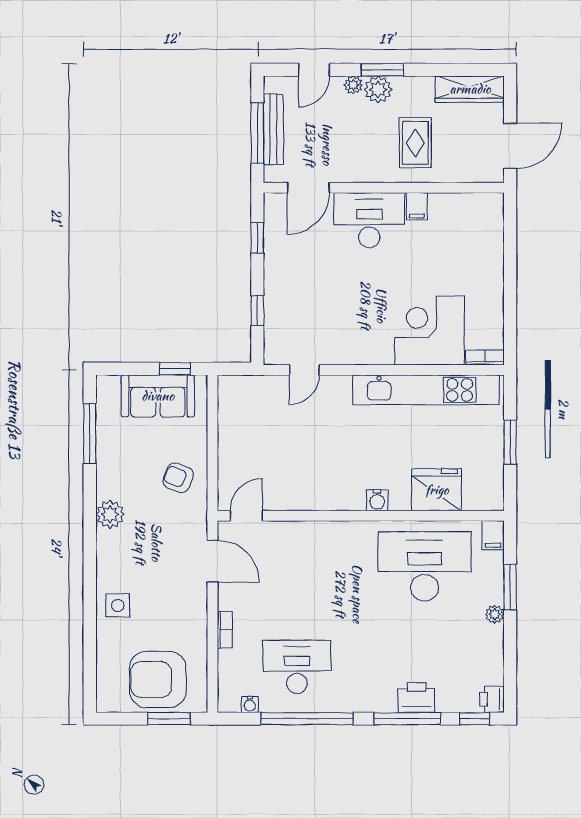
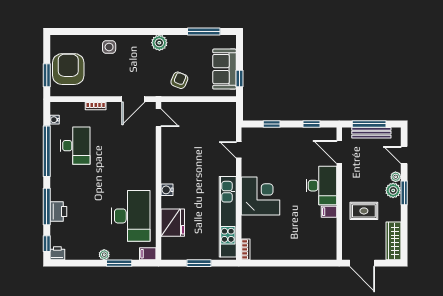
corner desk: (430, 330) -> (261, 196), moved

